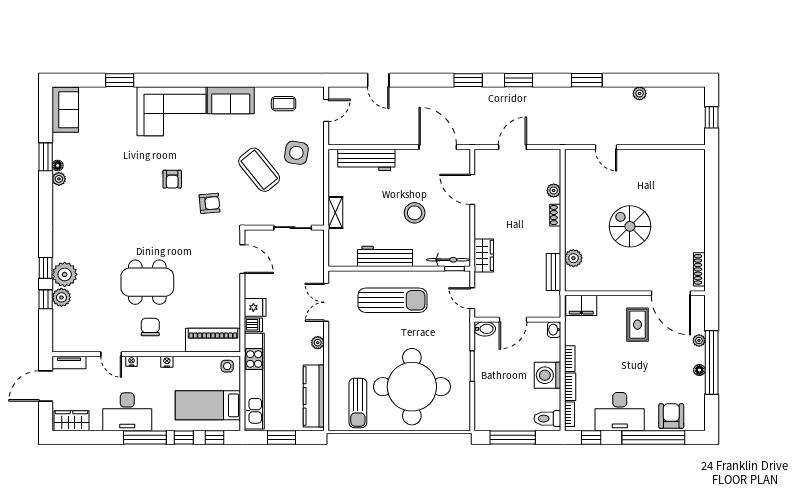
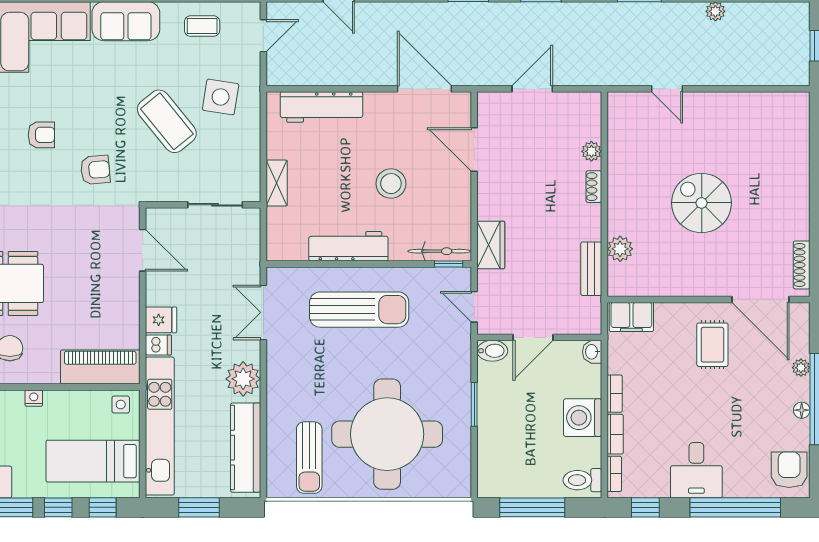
armchair: (172, 179) -> (41, 135), turned -90
plant: (318, 343) -> (243, 379), width x1.88, depth x1.88
desk: (620, 412) -> (696, 470), width x0.73
armchair: (671, 416) -> (789, 470), moved

